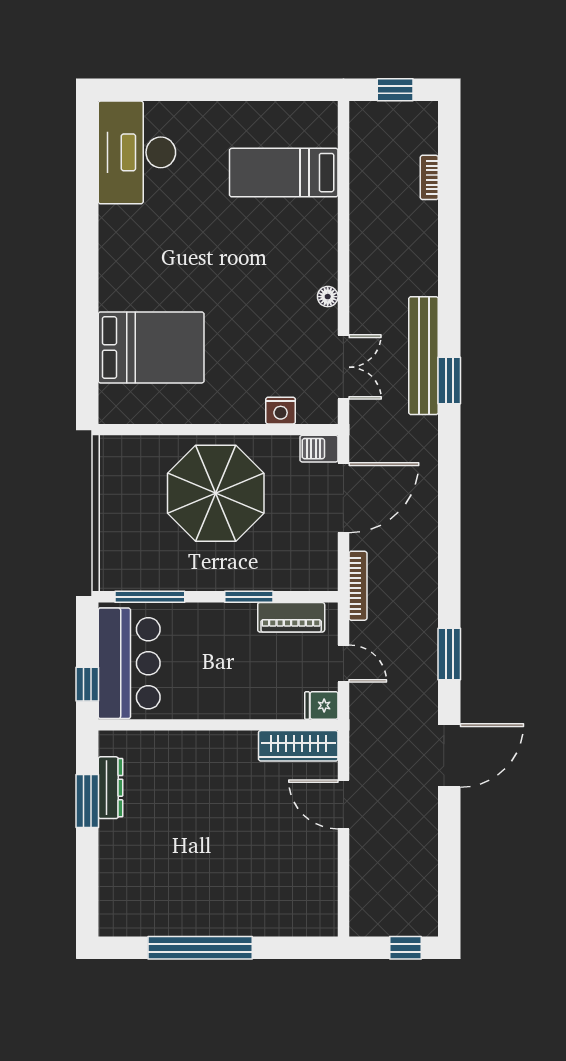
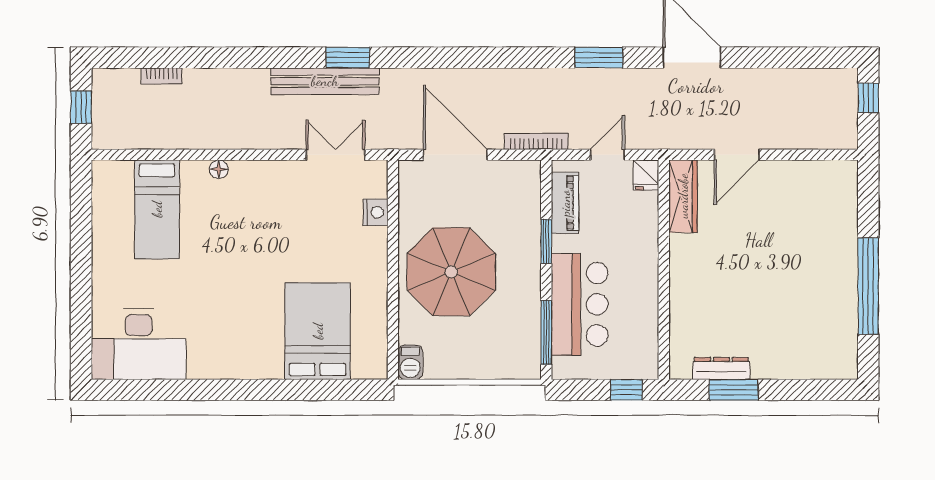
floor lamp: (328, 297) -> (219, 169), moved
barbecue: (319, 449) -> (410, 362), moved
bar counter: (129, 663) -> (580, 304), moved, turned 90

